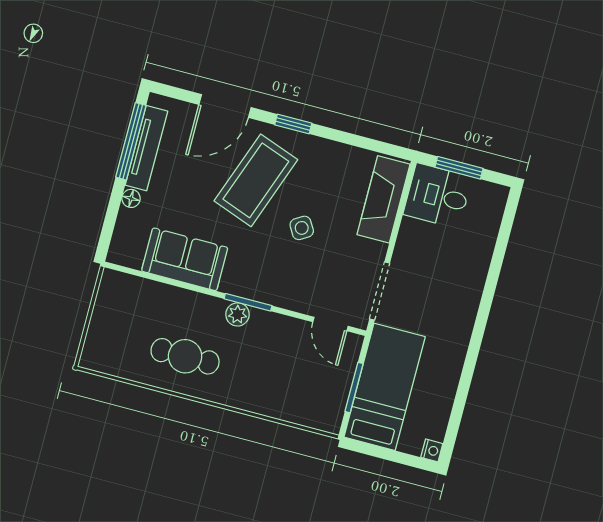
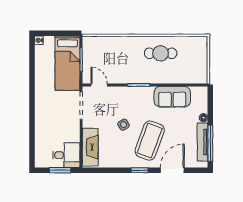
plant: (237, 314) -> (142, 78), removed

